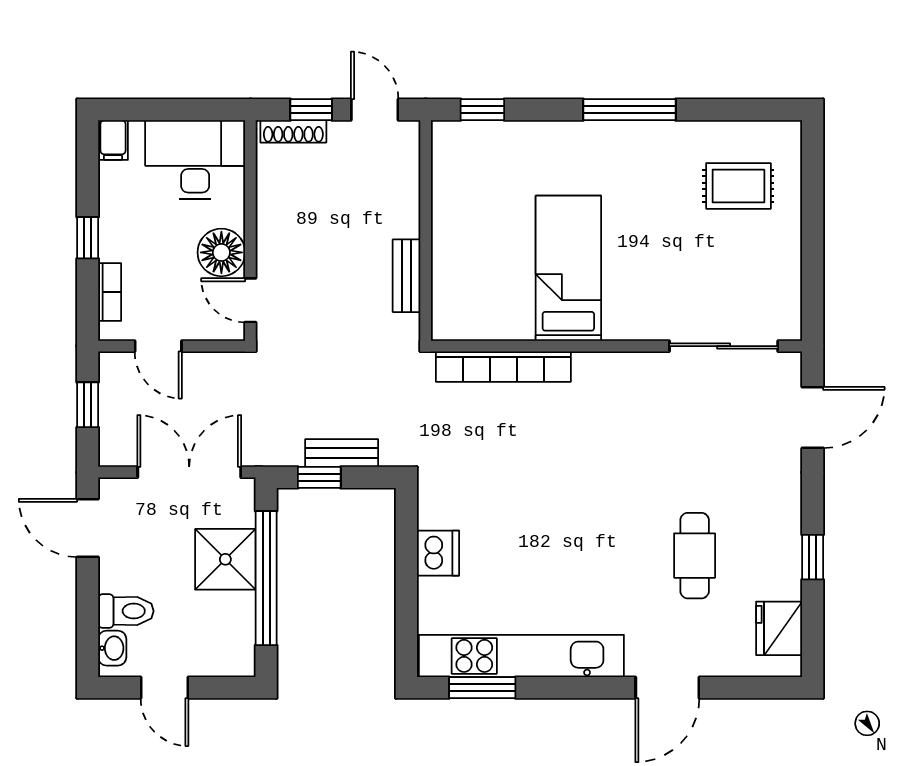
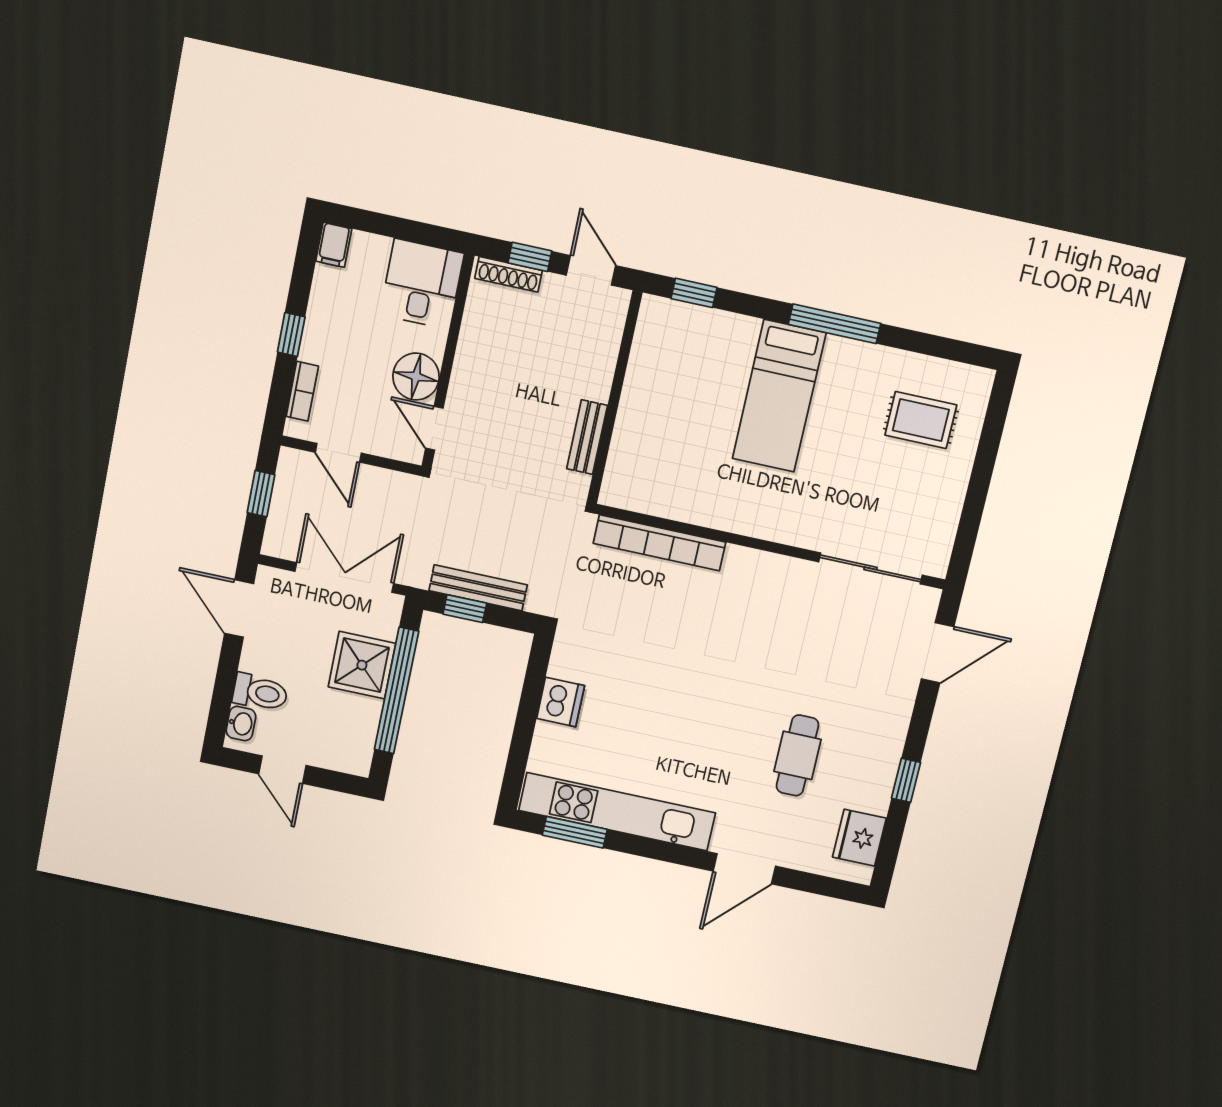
desk: (195, 160) -> (422, 284), width x0.73
bed: (568, 268) -> (779, 396), moved, turned 180
bench: (342, 453) -> (478, 588), width x1.36

